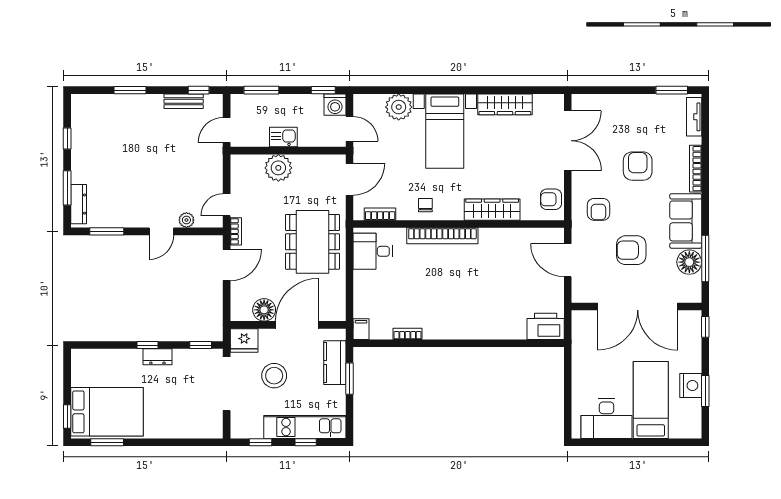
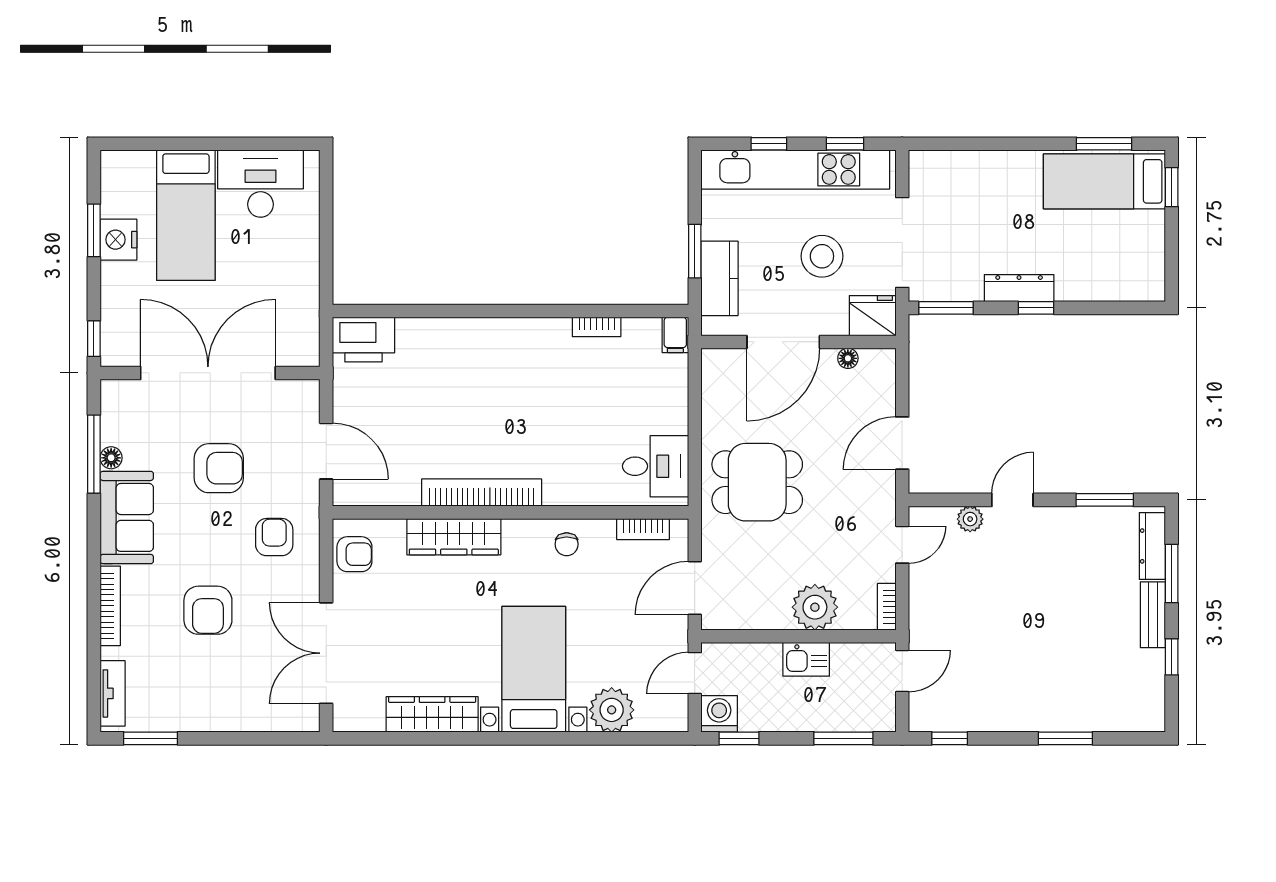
bench: (184, 101) -> (1153, 615), moved, turned 90
door: (349, 129) -> (695, 673), hinge flipped
bookcase: (236, 231) -> (887, 607), moved
bookcase: (442, 236) -> (482, 493), moved
dining table: (312, 242) -> (757, 482), width x0.73
floor lamp: (689, 262) -> (111, 458), width x0.53, depth x0.53
floor lamp: (264, 310) -> (848, 358), width x0.53, depth x0.53
window: (201, 345) -> (946, 308), width x1.50
dresser: (157, 357) -> (1019, 288), width x1.44
bed: (107, 412) -> (1104, 181), width x0.67
kitchen unit: (305, 427) -> (795, 169), width x1.36

